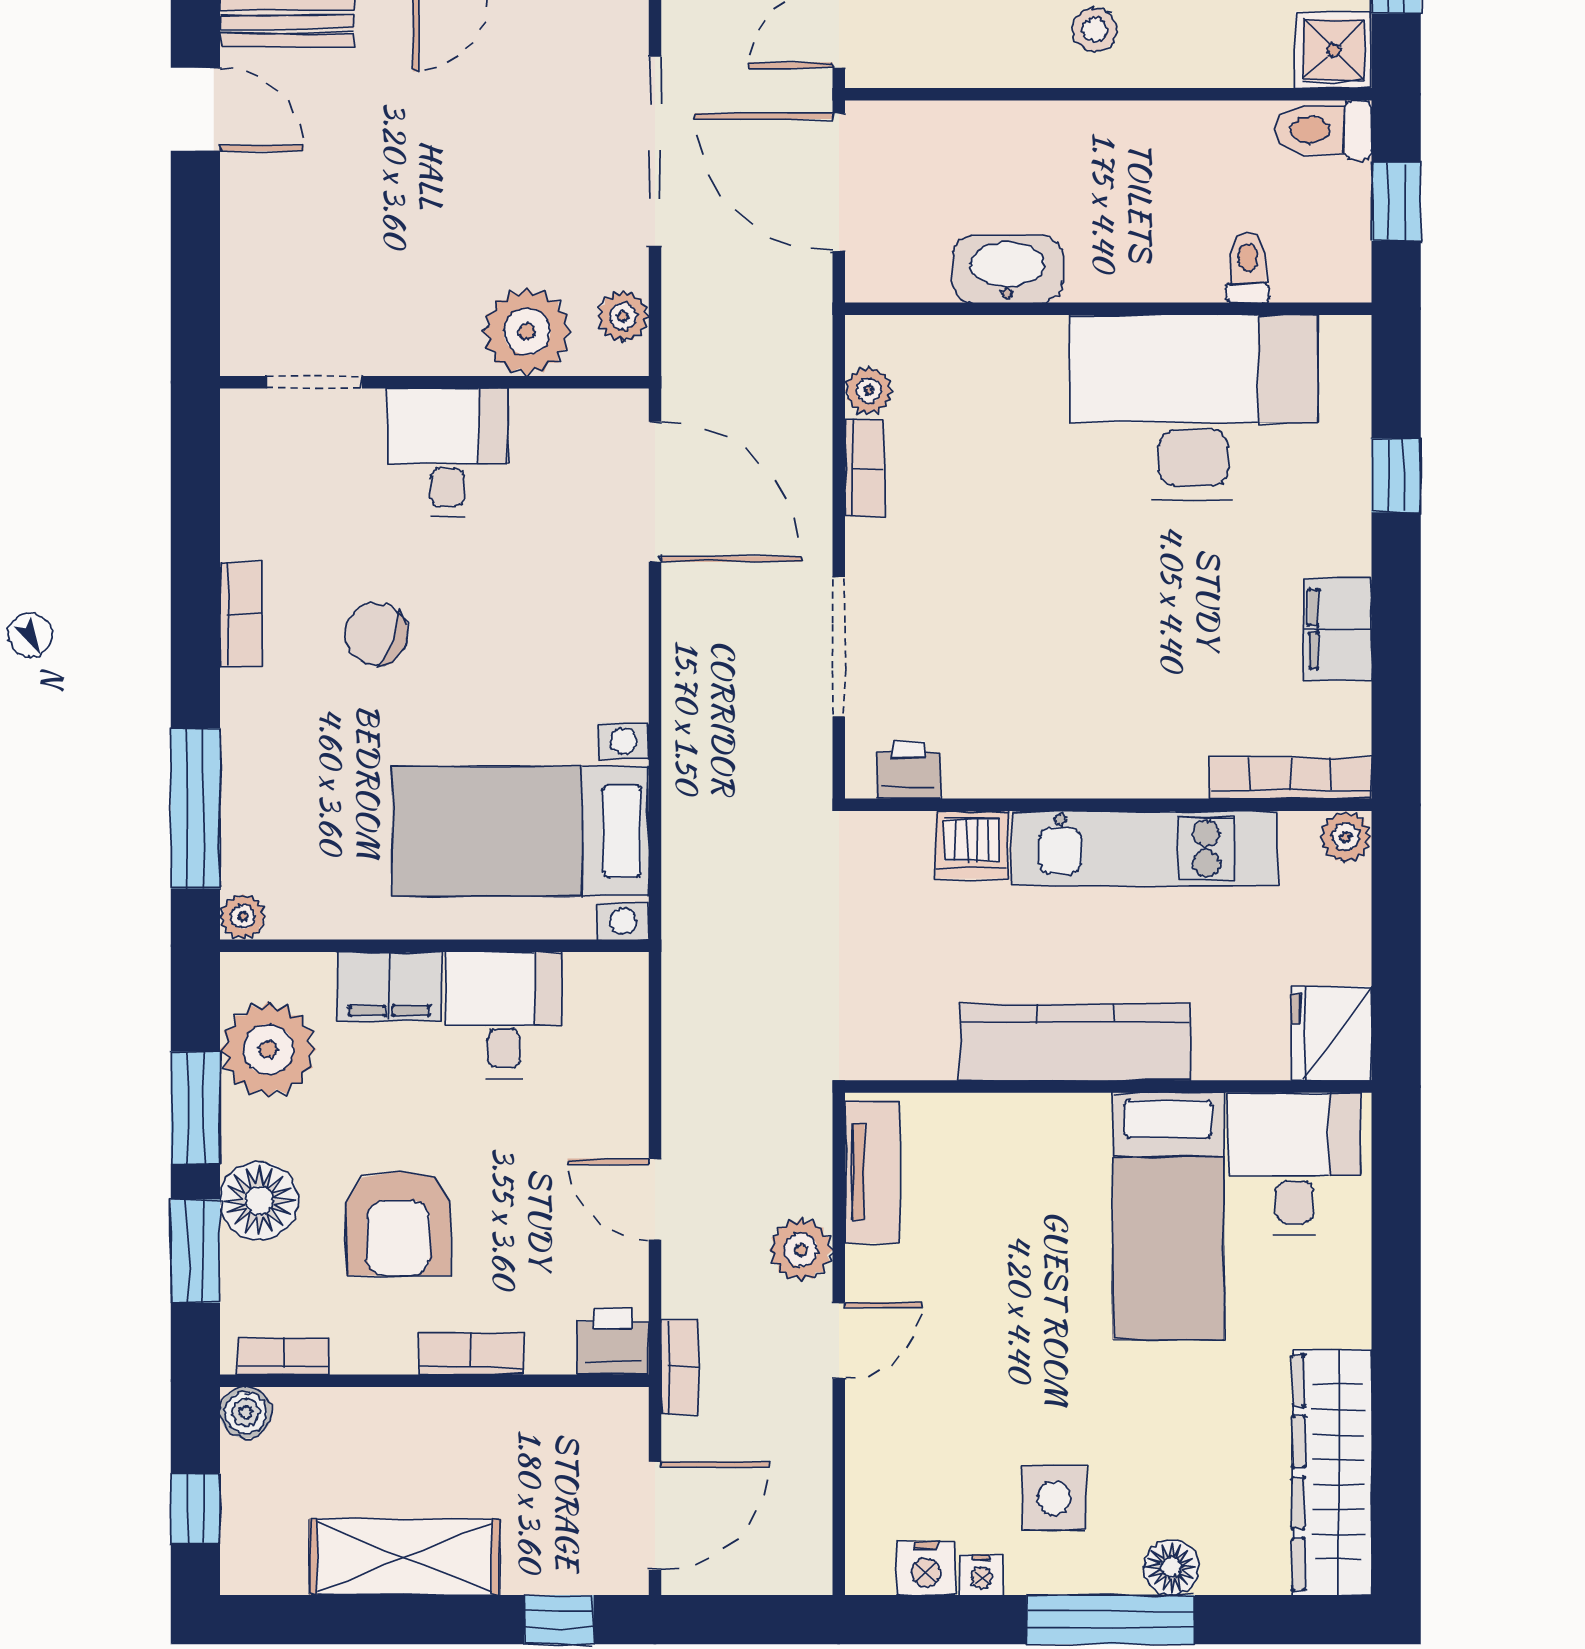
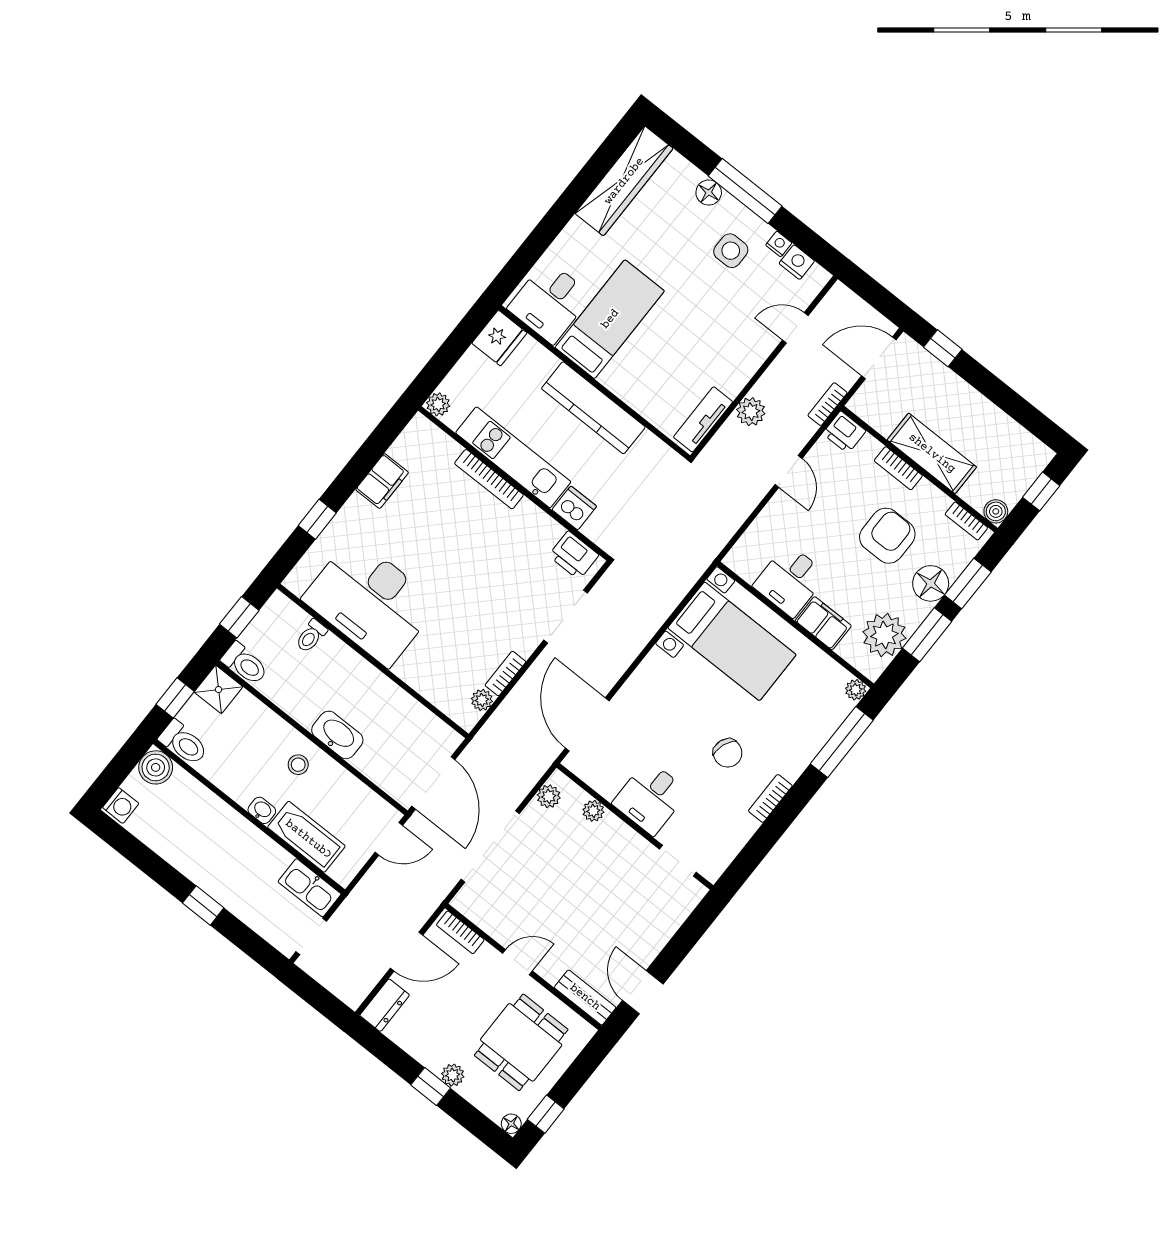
washbasin: (1007, 269) -> (337, 735), moved, turned 180
plant: (527, 332) -> (593, 811), width x0.53, depth x0.53
printer: (908, 770) -> (574, 555), width x1.36, depth x1.24
bookcase: (1291, 778) -> (489, 479), moved
door: (839, 1340) -> (795, 328), moved
shelving: (404, 1557) -> (932, 453), moved

